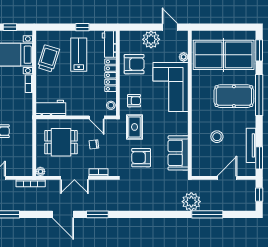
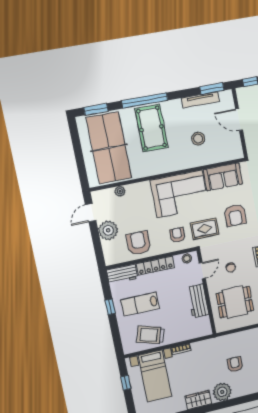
corner sofa: (171, 87) -> (180, 194), moved
workbench: (51, 108) -> (198, 301), moved
dining table: (61, 142) -> (235, 302), turned 90

